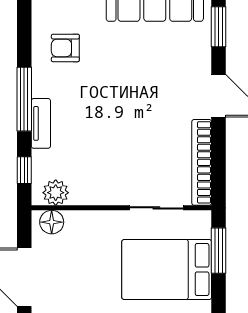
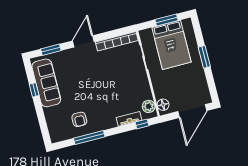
window: (24, 99) -> (89, 137), moved
tv unit: (41, 123) -> (129, 119), moved
window: (219, 251) -> (167, 20), moved

